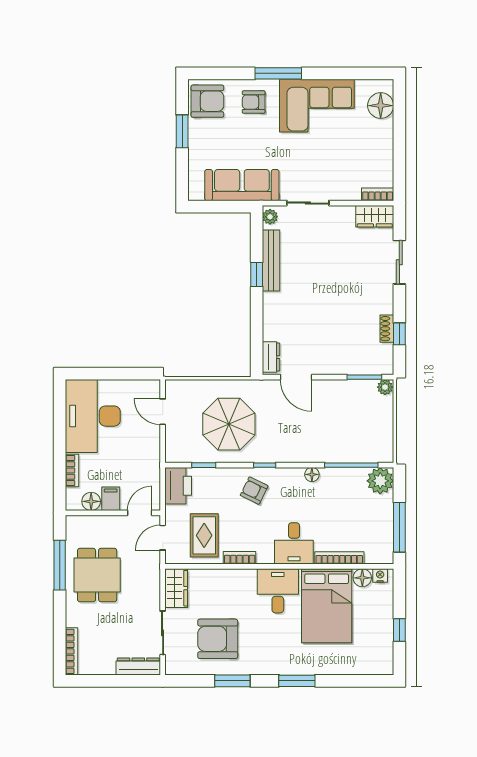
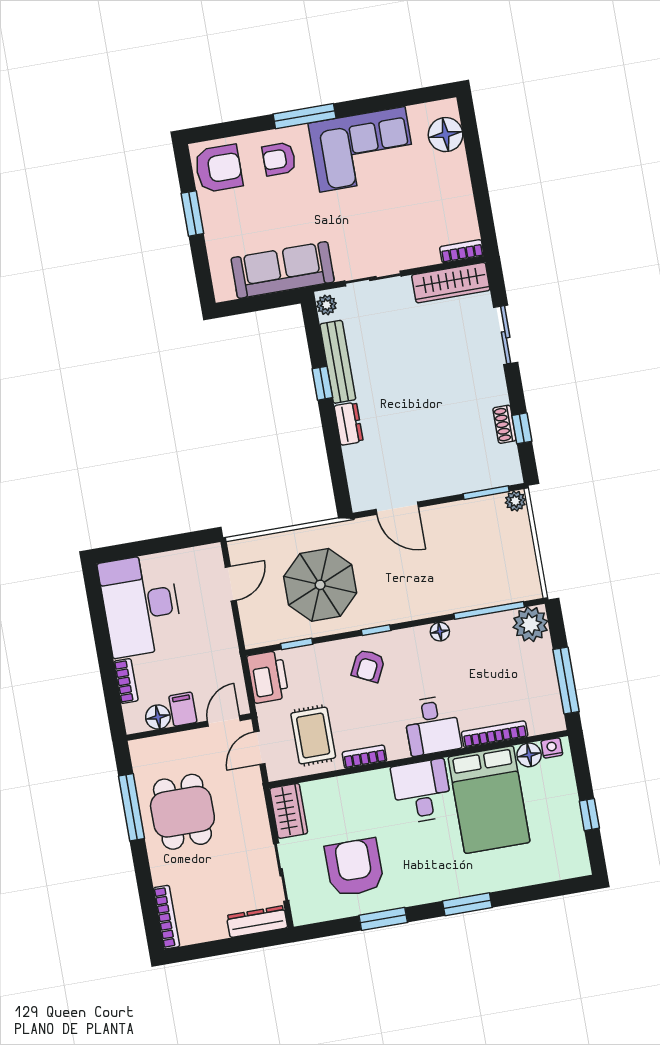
wardrobe: (375, 216) -> (451, 283), width x1.50
dresser: (271, 357) -> (349, 424), moved
door: (163, 412) -> (231, 584), swing flipped
armchair: (254, 491) -> (368, 666), turned -90
armchair: (218, 639) -> (354, 867), turned 90

